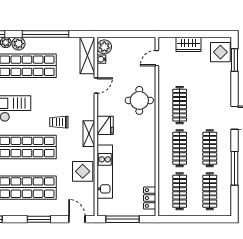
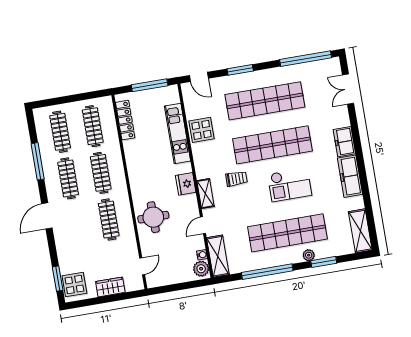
plant: (18, 44) -> (295, 256), removed
shelving: (89, 134) -> (206, 194), moved
locker: (150, 198) -> (125, 120), width x1.53

